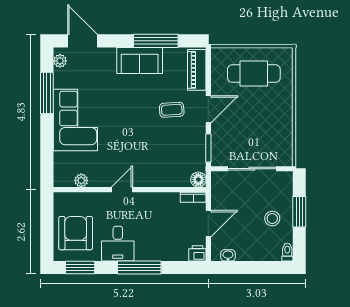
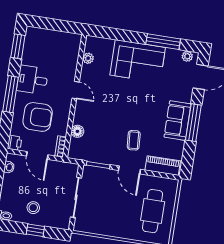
window: (156, 41) -> (193, 123), moved
floor lamp: (198, 180) -> (77, 131), moved
window: (299, 212) -> (35, 230), width x0.67
armchair: (76, 233) -> (38, 117), moved

